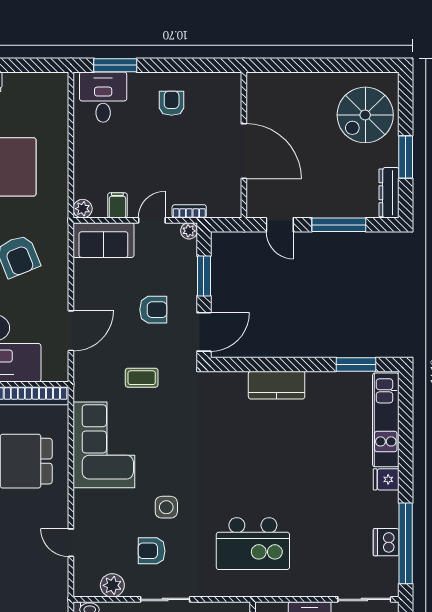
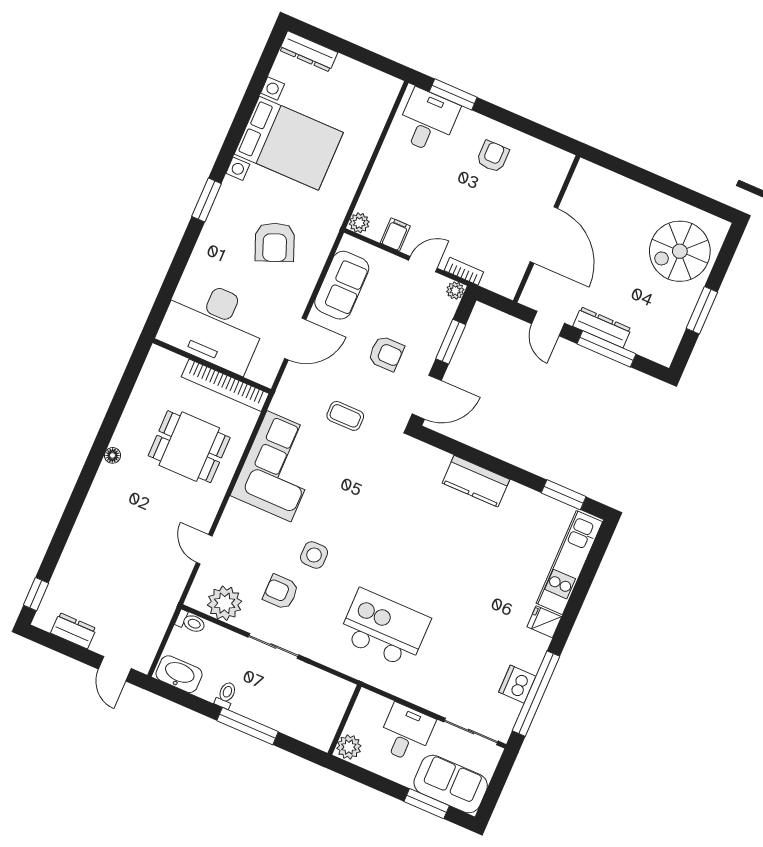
dresser: (389, 193) -> (602, 327), moved, turned 90
sofa: (103, 240) -> (342, 285), moved, turned -90
kitchen island: (253, 544) -> (384, 628), turned 180
plant: (112, 585) -> (225, 603), width x1.36, depth x1.36

